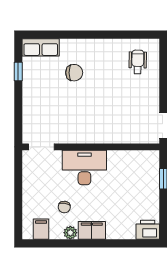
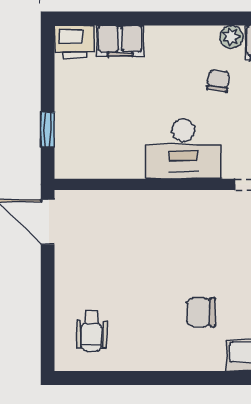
filing cabinet: (92, 230) -> (120, 41), moved
plant: (70, 233) -> (231, 37), moved

